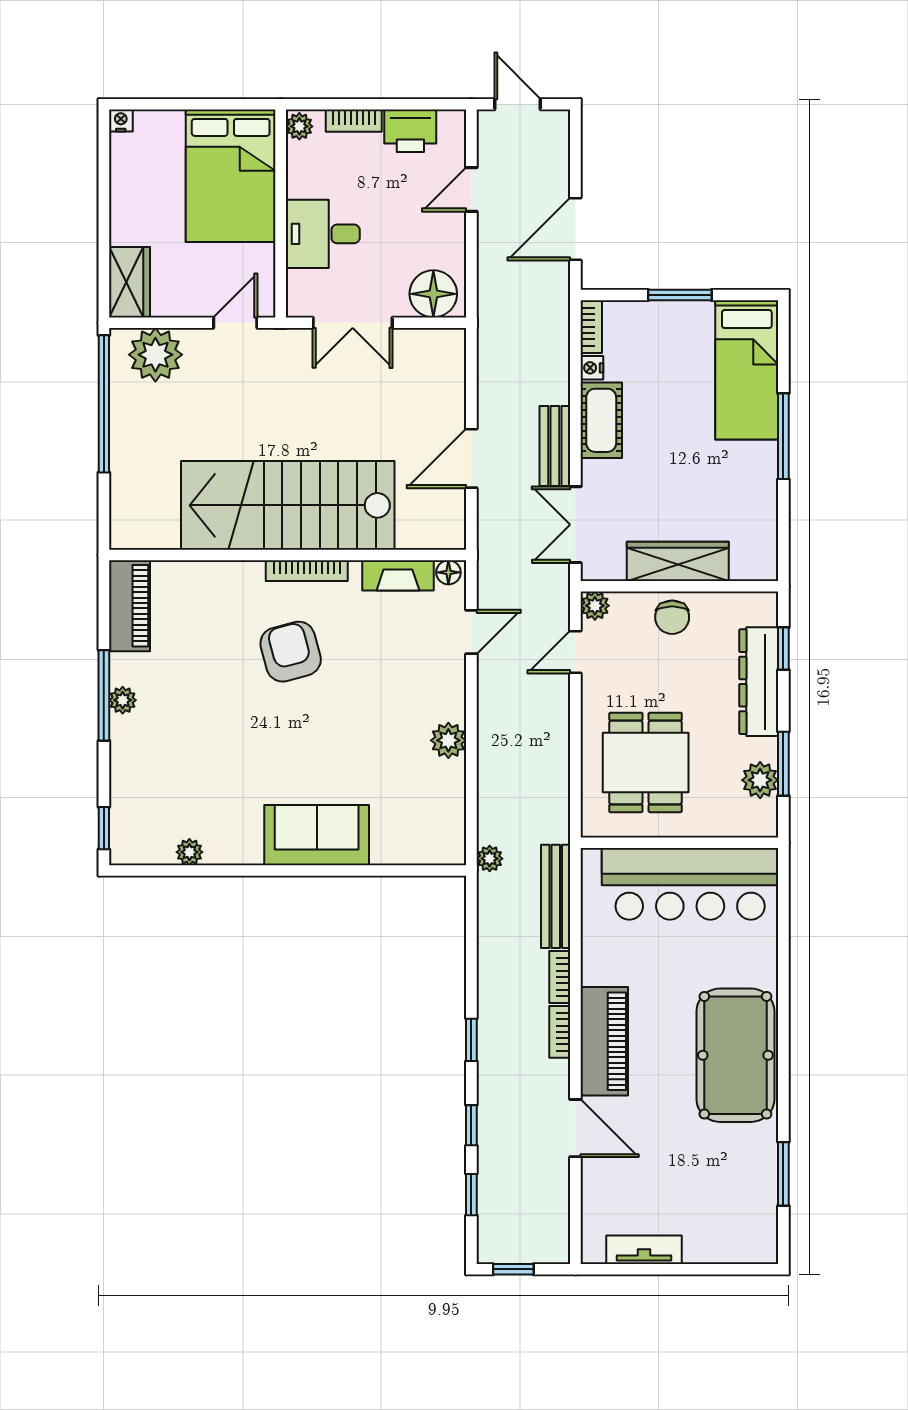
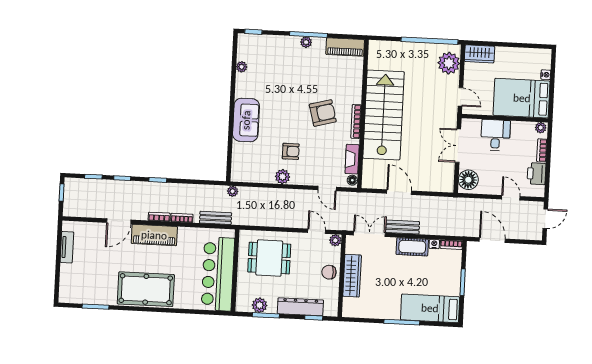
nightstand: (121, 121) -> (546, 75), moved
armchair: (387, 724) -> (291, 151), added
bench: (556, 896) -> (216, 218), width x0.73

